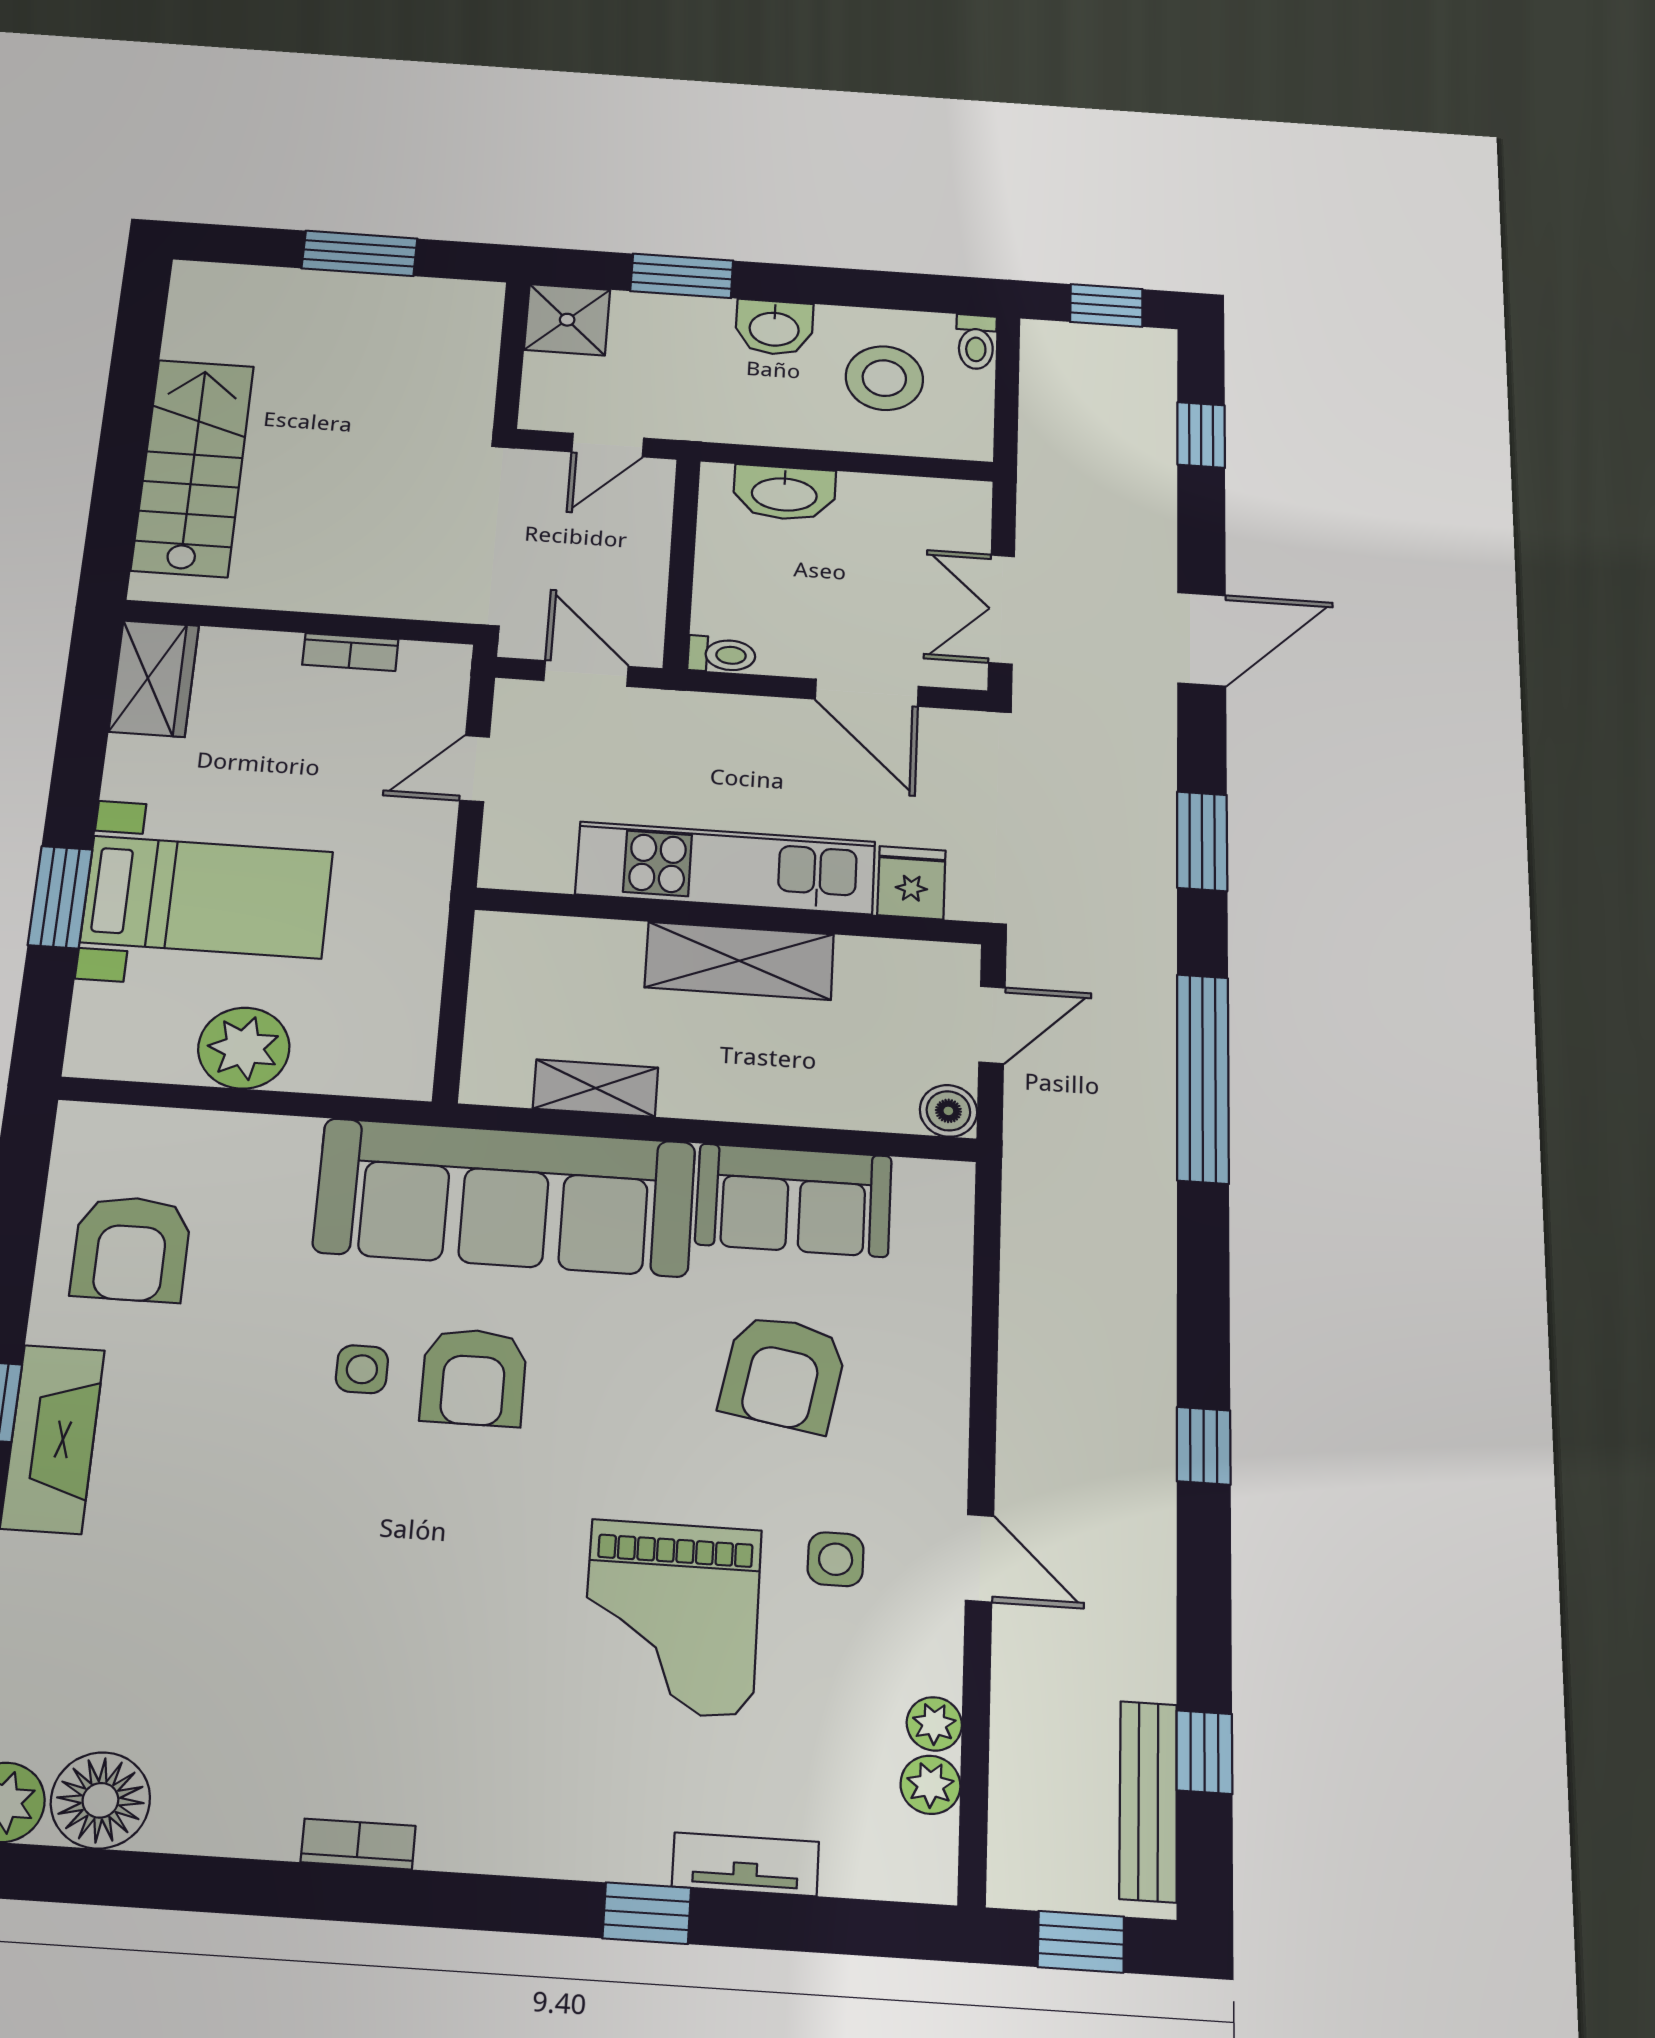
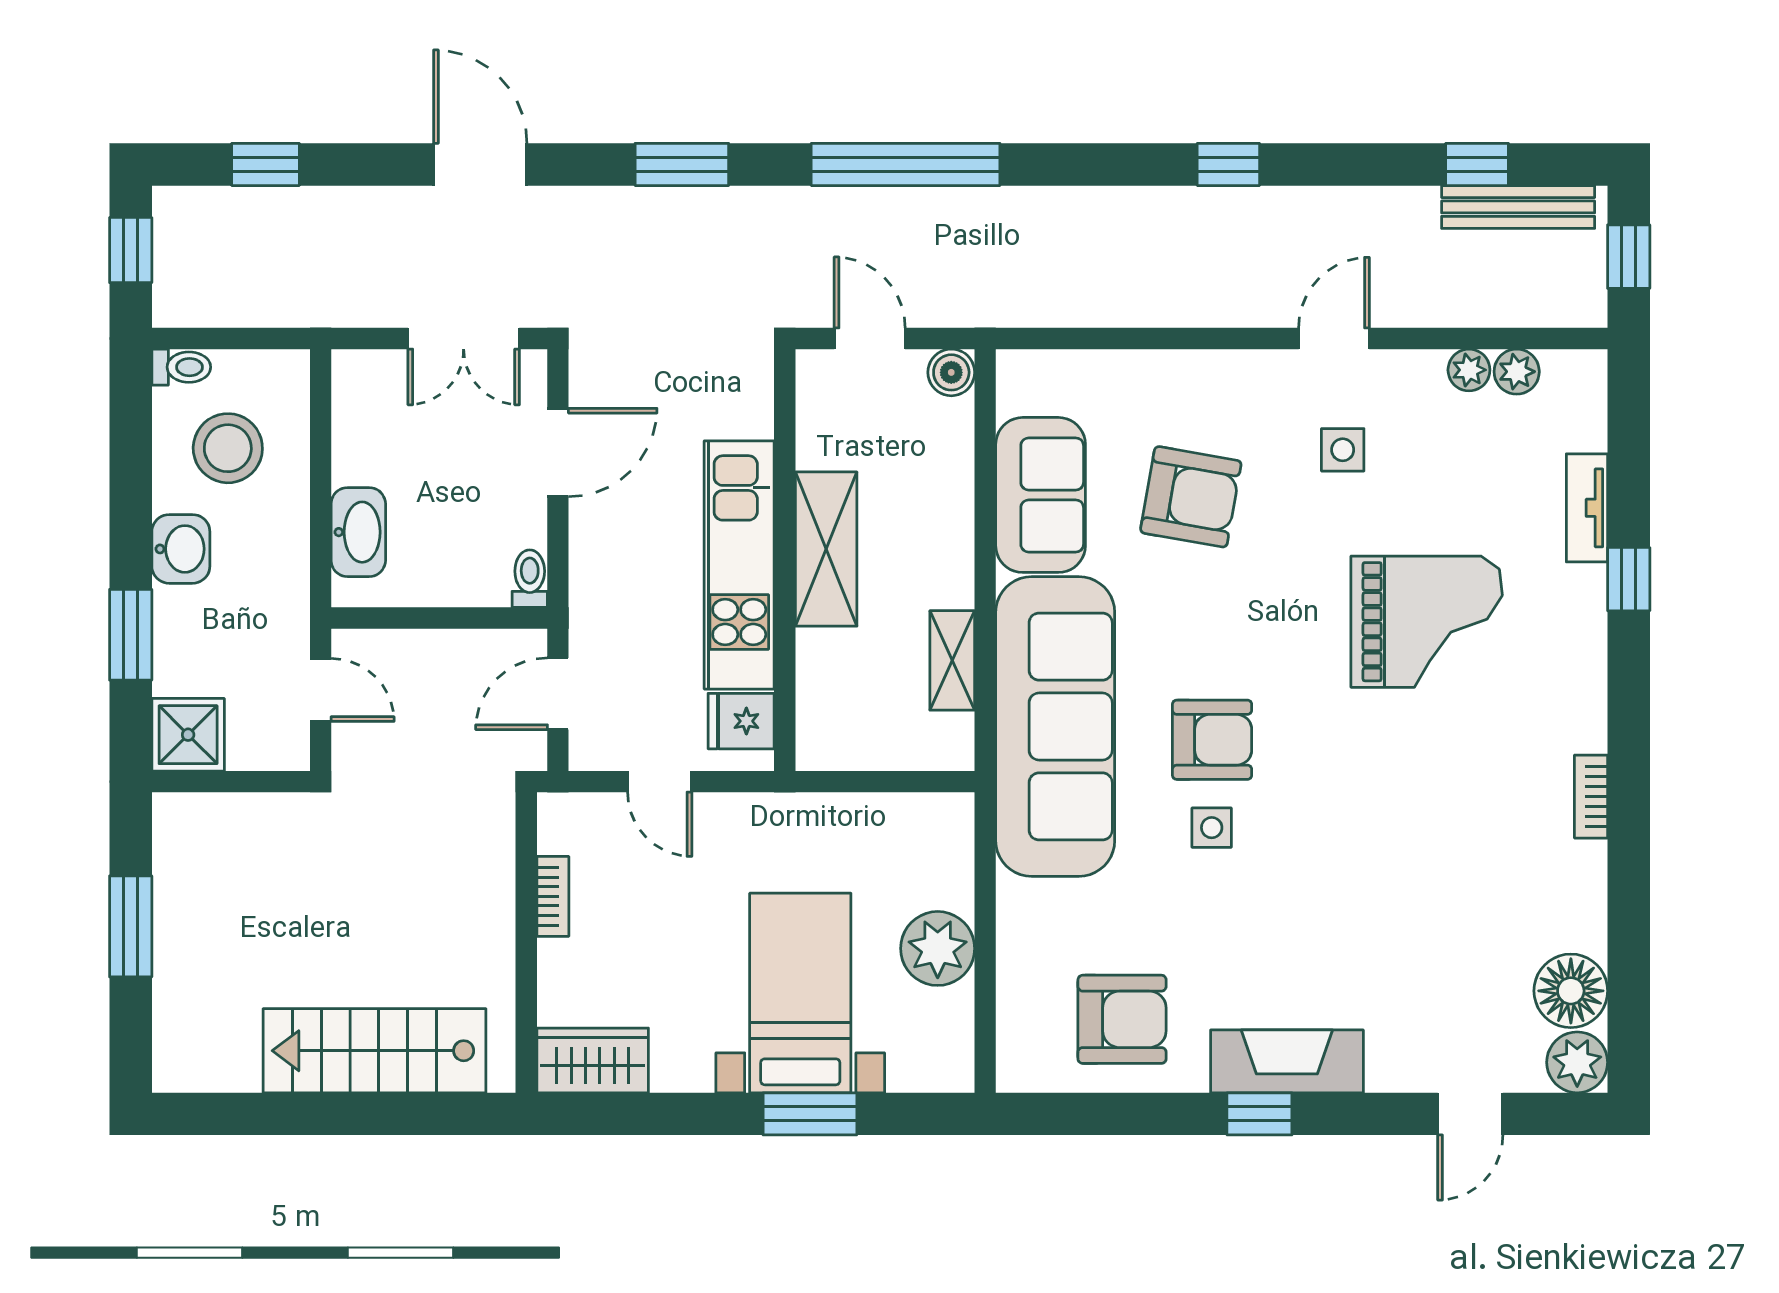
fridge: (911, 883) -> (741, 721), moved
grand piano: (671, 1618) -> (1427, 622), moved

